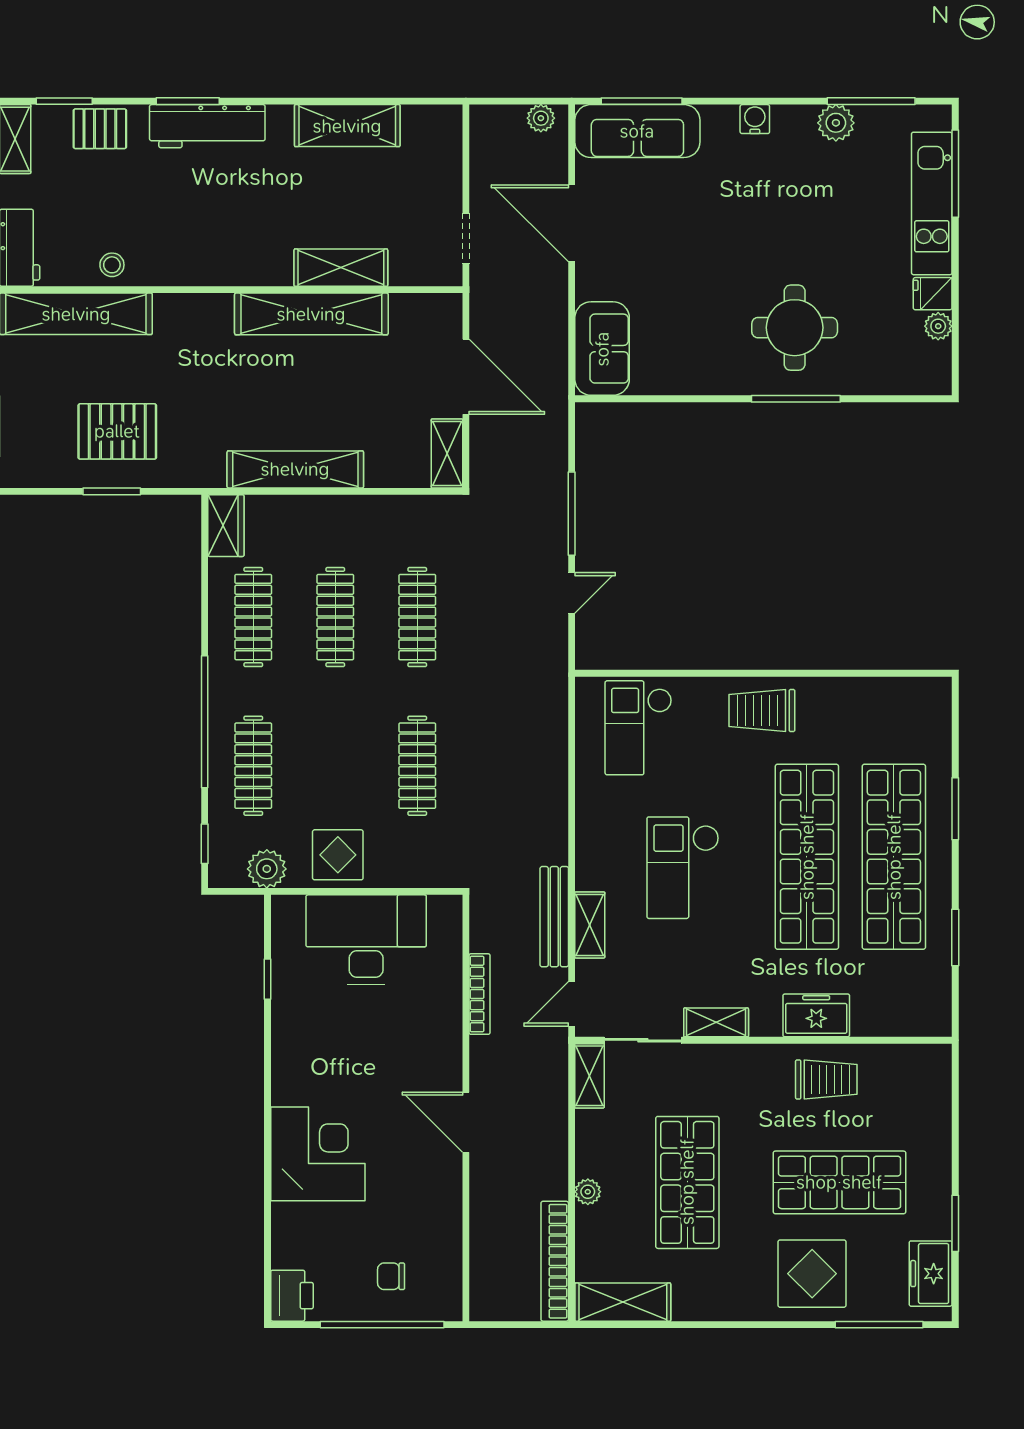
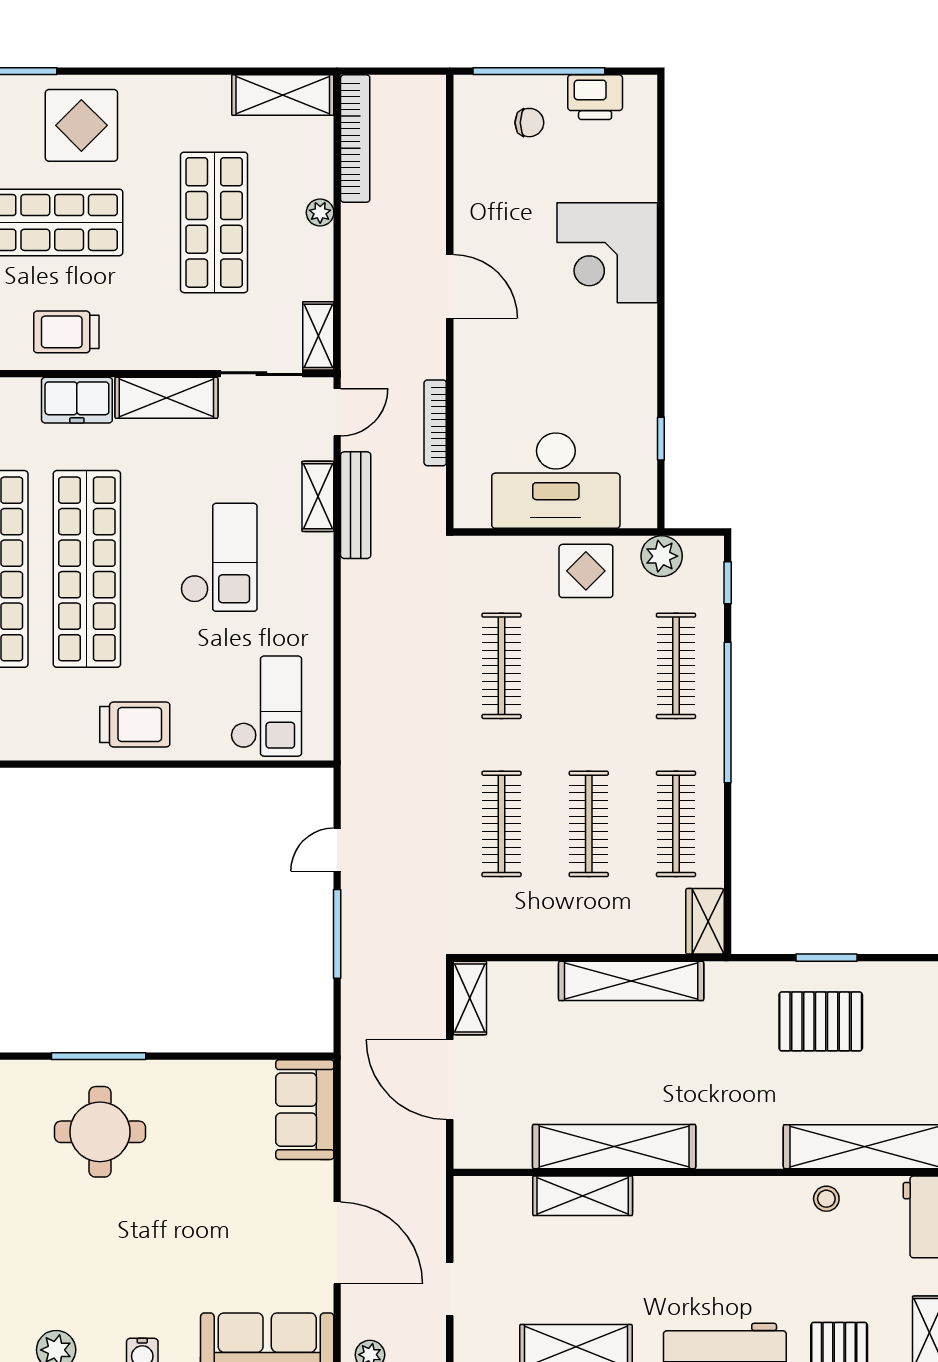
doorway: (466, 239) -> (450, 1289), moved
shelving: (716, 1022) -> (166, 398), width x1.50, depth x1.33
printer: (292, 1296) -> (595, 97), moved, turned -90

